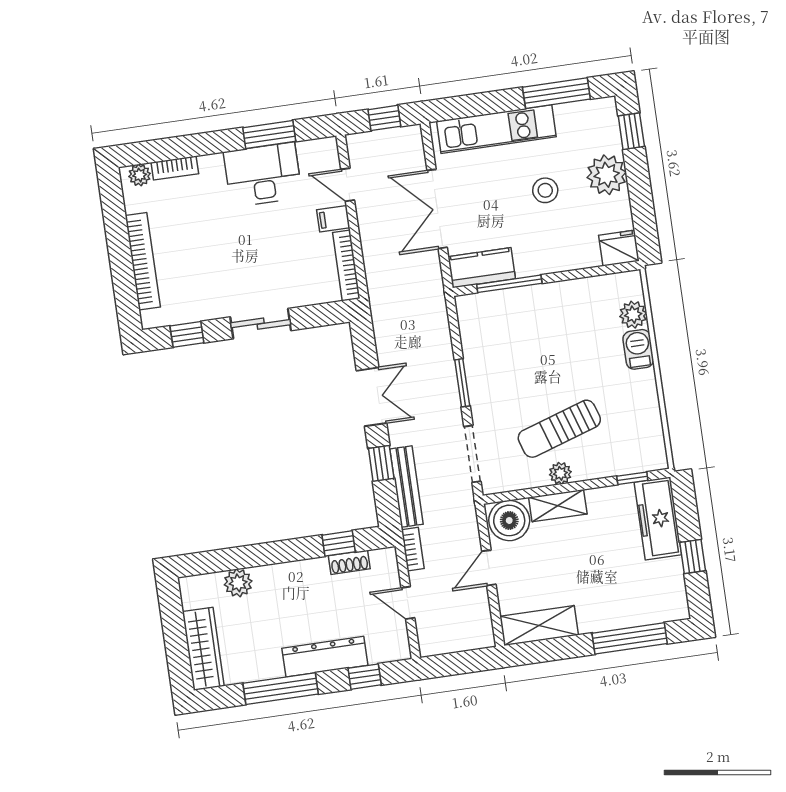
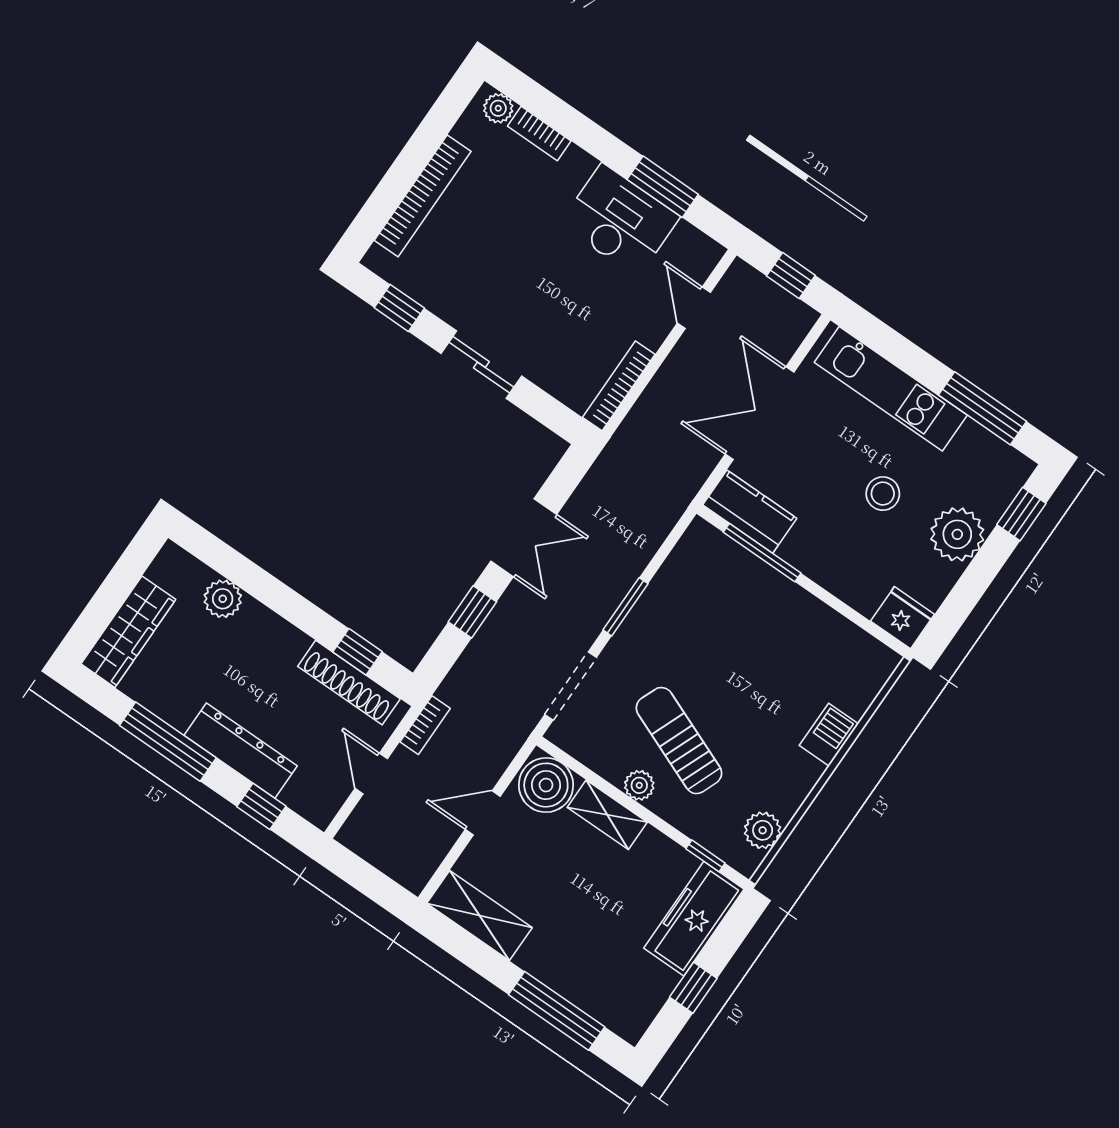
filing cabinet: (333, 219) -> (649, 328), removed
plant: (633, 315) -> (763, 830), moved
sun lounger: (559, 429) -> (679, 741), turned 40
bench: (406, 487) -> (476, 658), removed
shoe rack: (349, 562) -> (349, 683), width x1.94, depth x1.24

